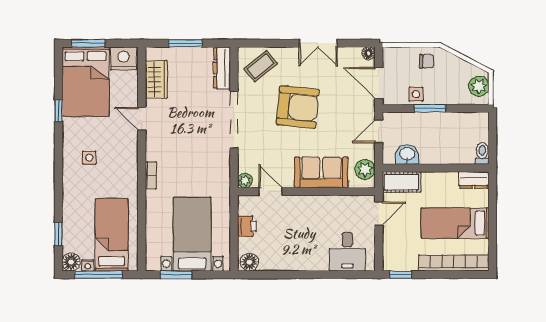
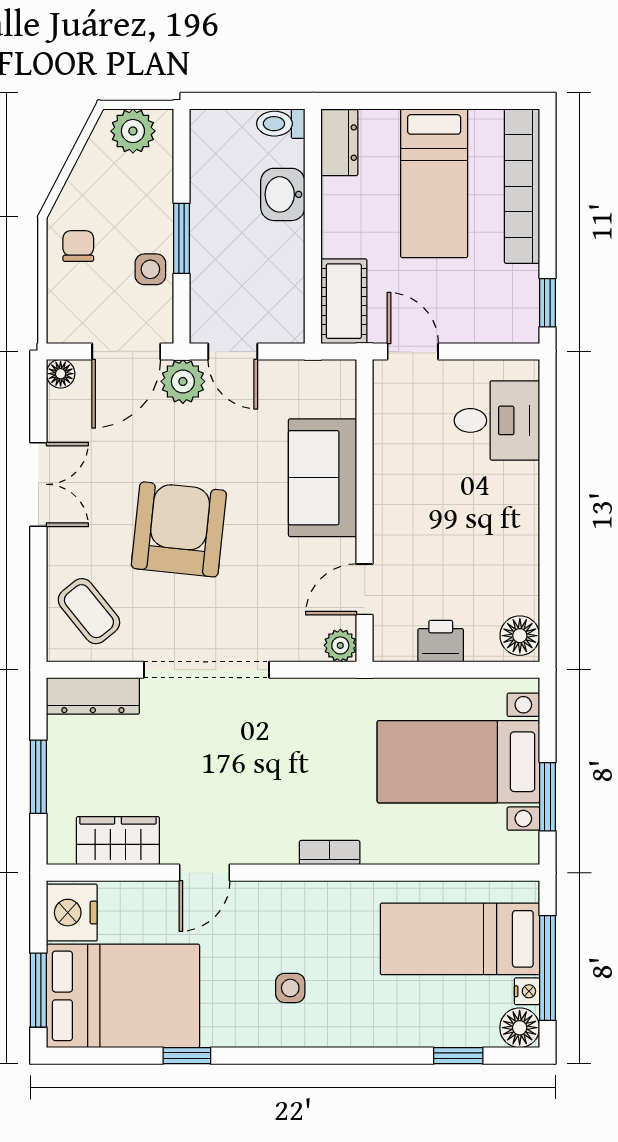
washbasin: (407, 154) -> (283, 194), moved
plant: (365, 169) -> (183, 381), moved

